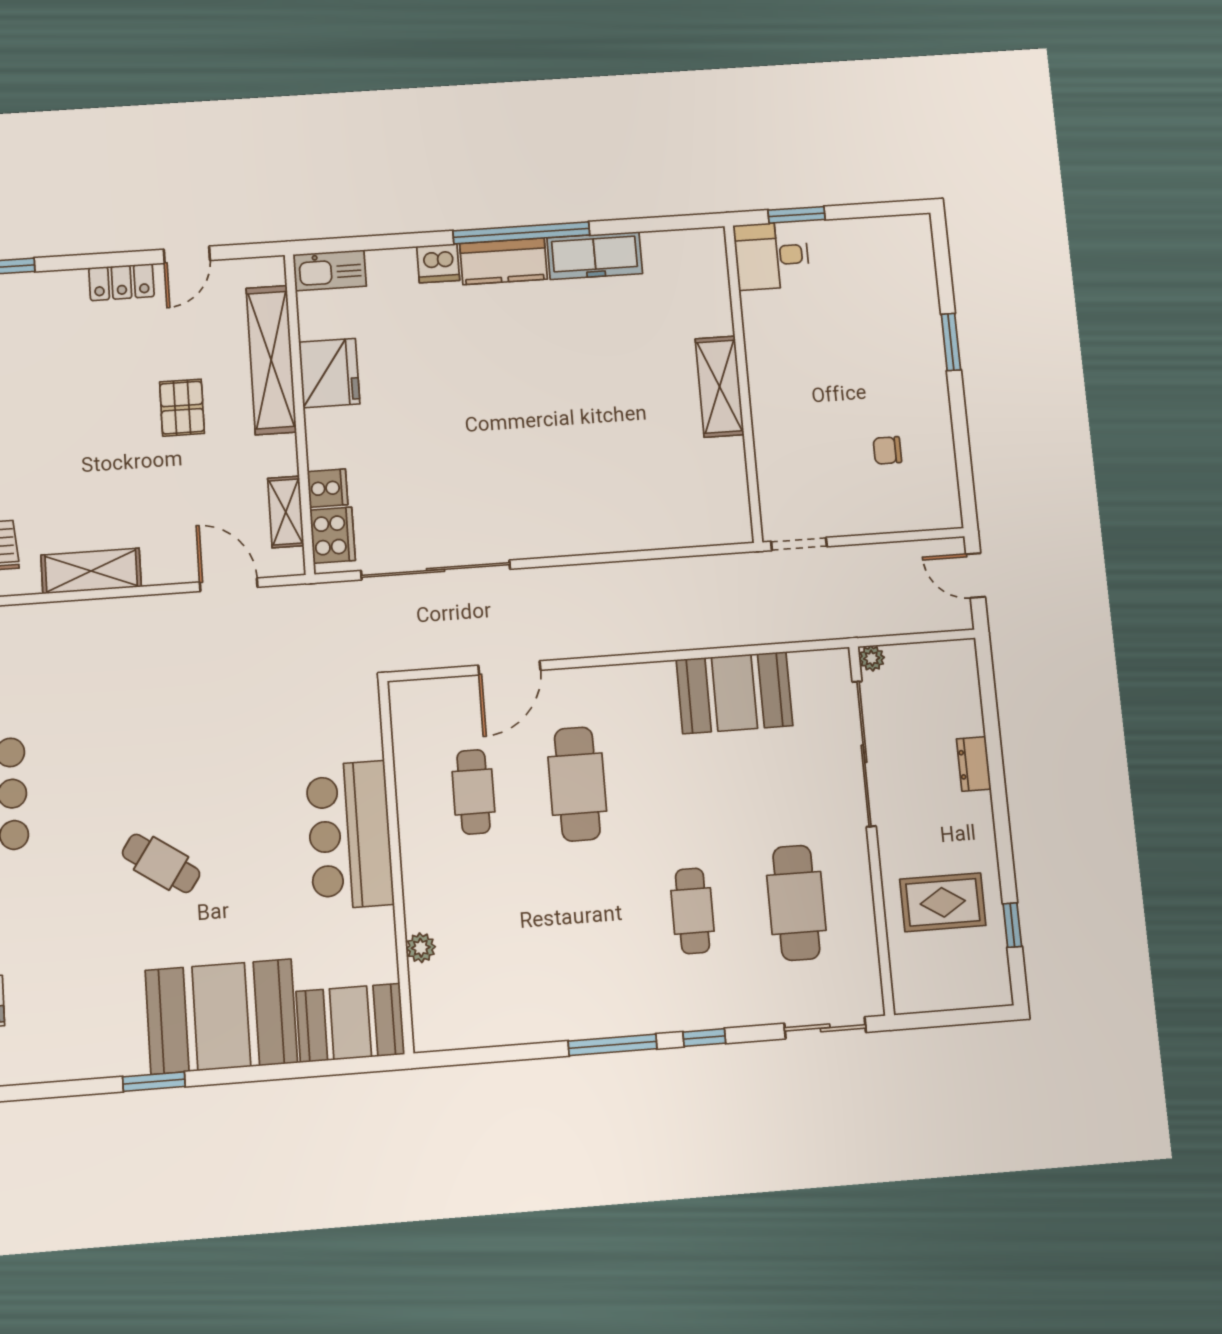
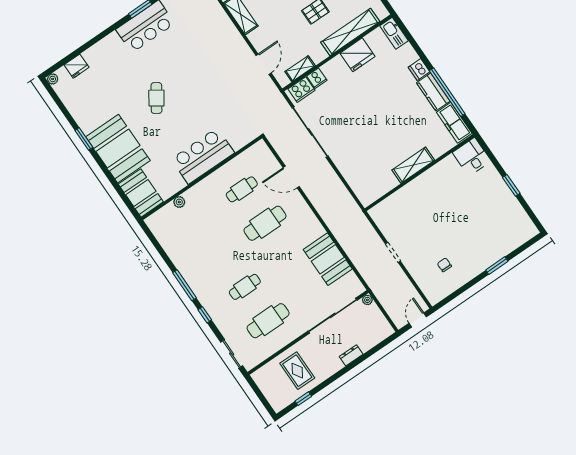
desk: (772, 256) -> (472, 157), moved
wall: (743, 383) -> (420, 173), moved
shelving: (720, 387) -> (413, 165), moved

